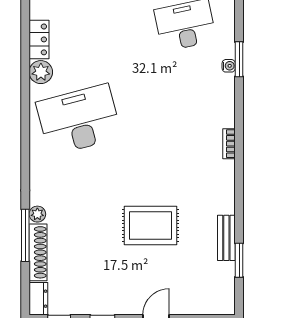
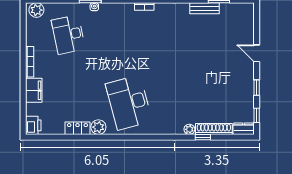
rug: (151, 226) -> (197, 57), removed
window: (25, 235) -> (203, 137), width x0.46

